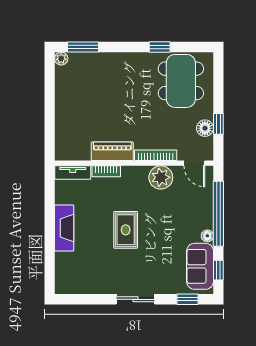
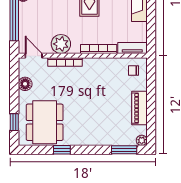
window: (218, 124) -> (14, 122), moved
chair: (71, 145) -> (133, 71), added
piano: (112, 151) -> (139, 108), moved, turned 90
bookcase: (106, 171) -> (99, 49), width x1.56

